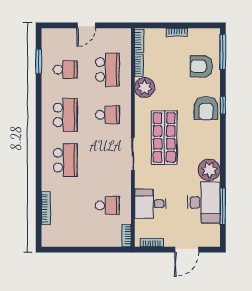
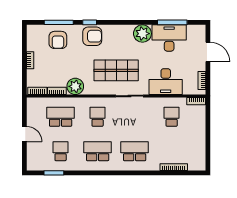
window: (223, 52) -> (59, 22), moved
desk: (150, 204) -> (166, 82), width x1.37

